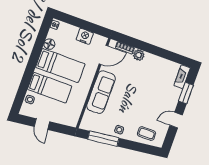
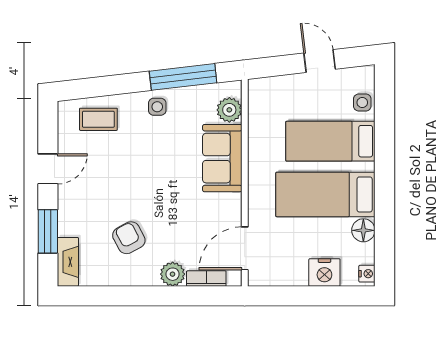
nightstand: (85, 36) -> (324, 273), moved
armchair: (152, 78) -> (129, 238), added
sofa: (101, 92) -> (222, 158), width x0.73
plant: (89, 117) -> (229, 110), added

